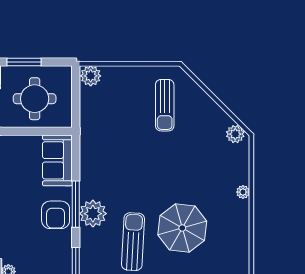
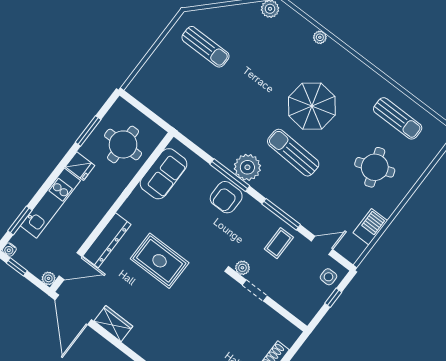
plant: (91, 76) -> (139, 87), removed
sofa: (57, 160) -> (163, 174), moved, turned -90
armchair: (56, 215) -> (226, 197), turned 90

